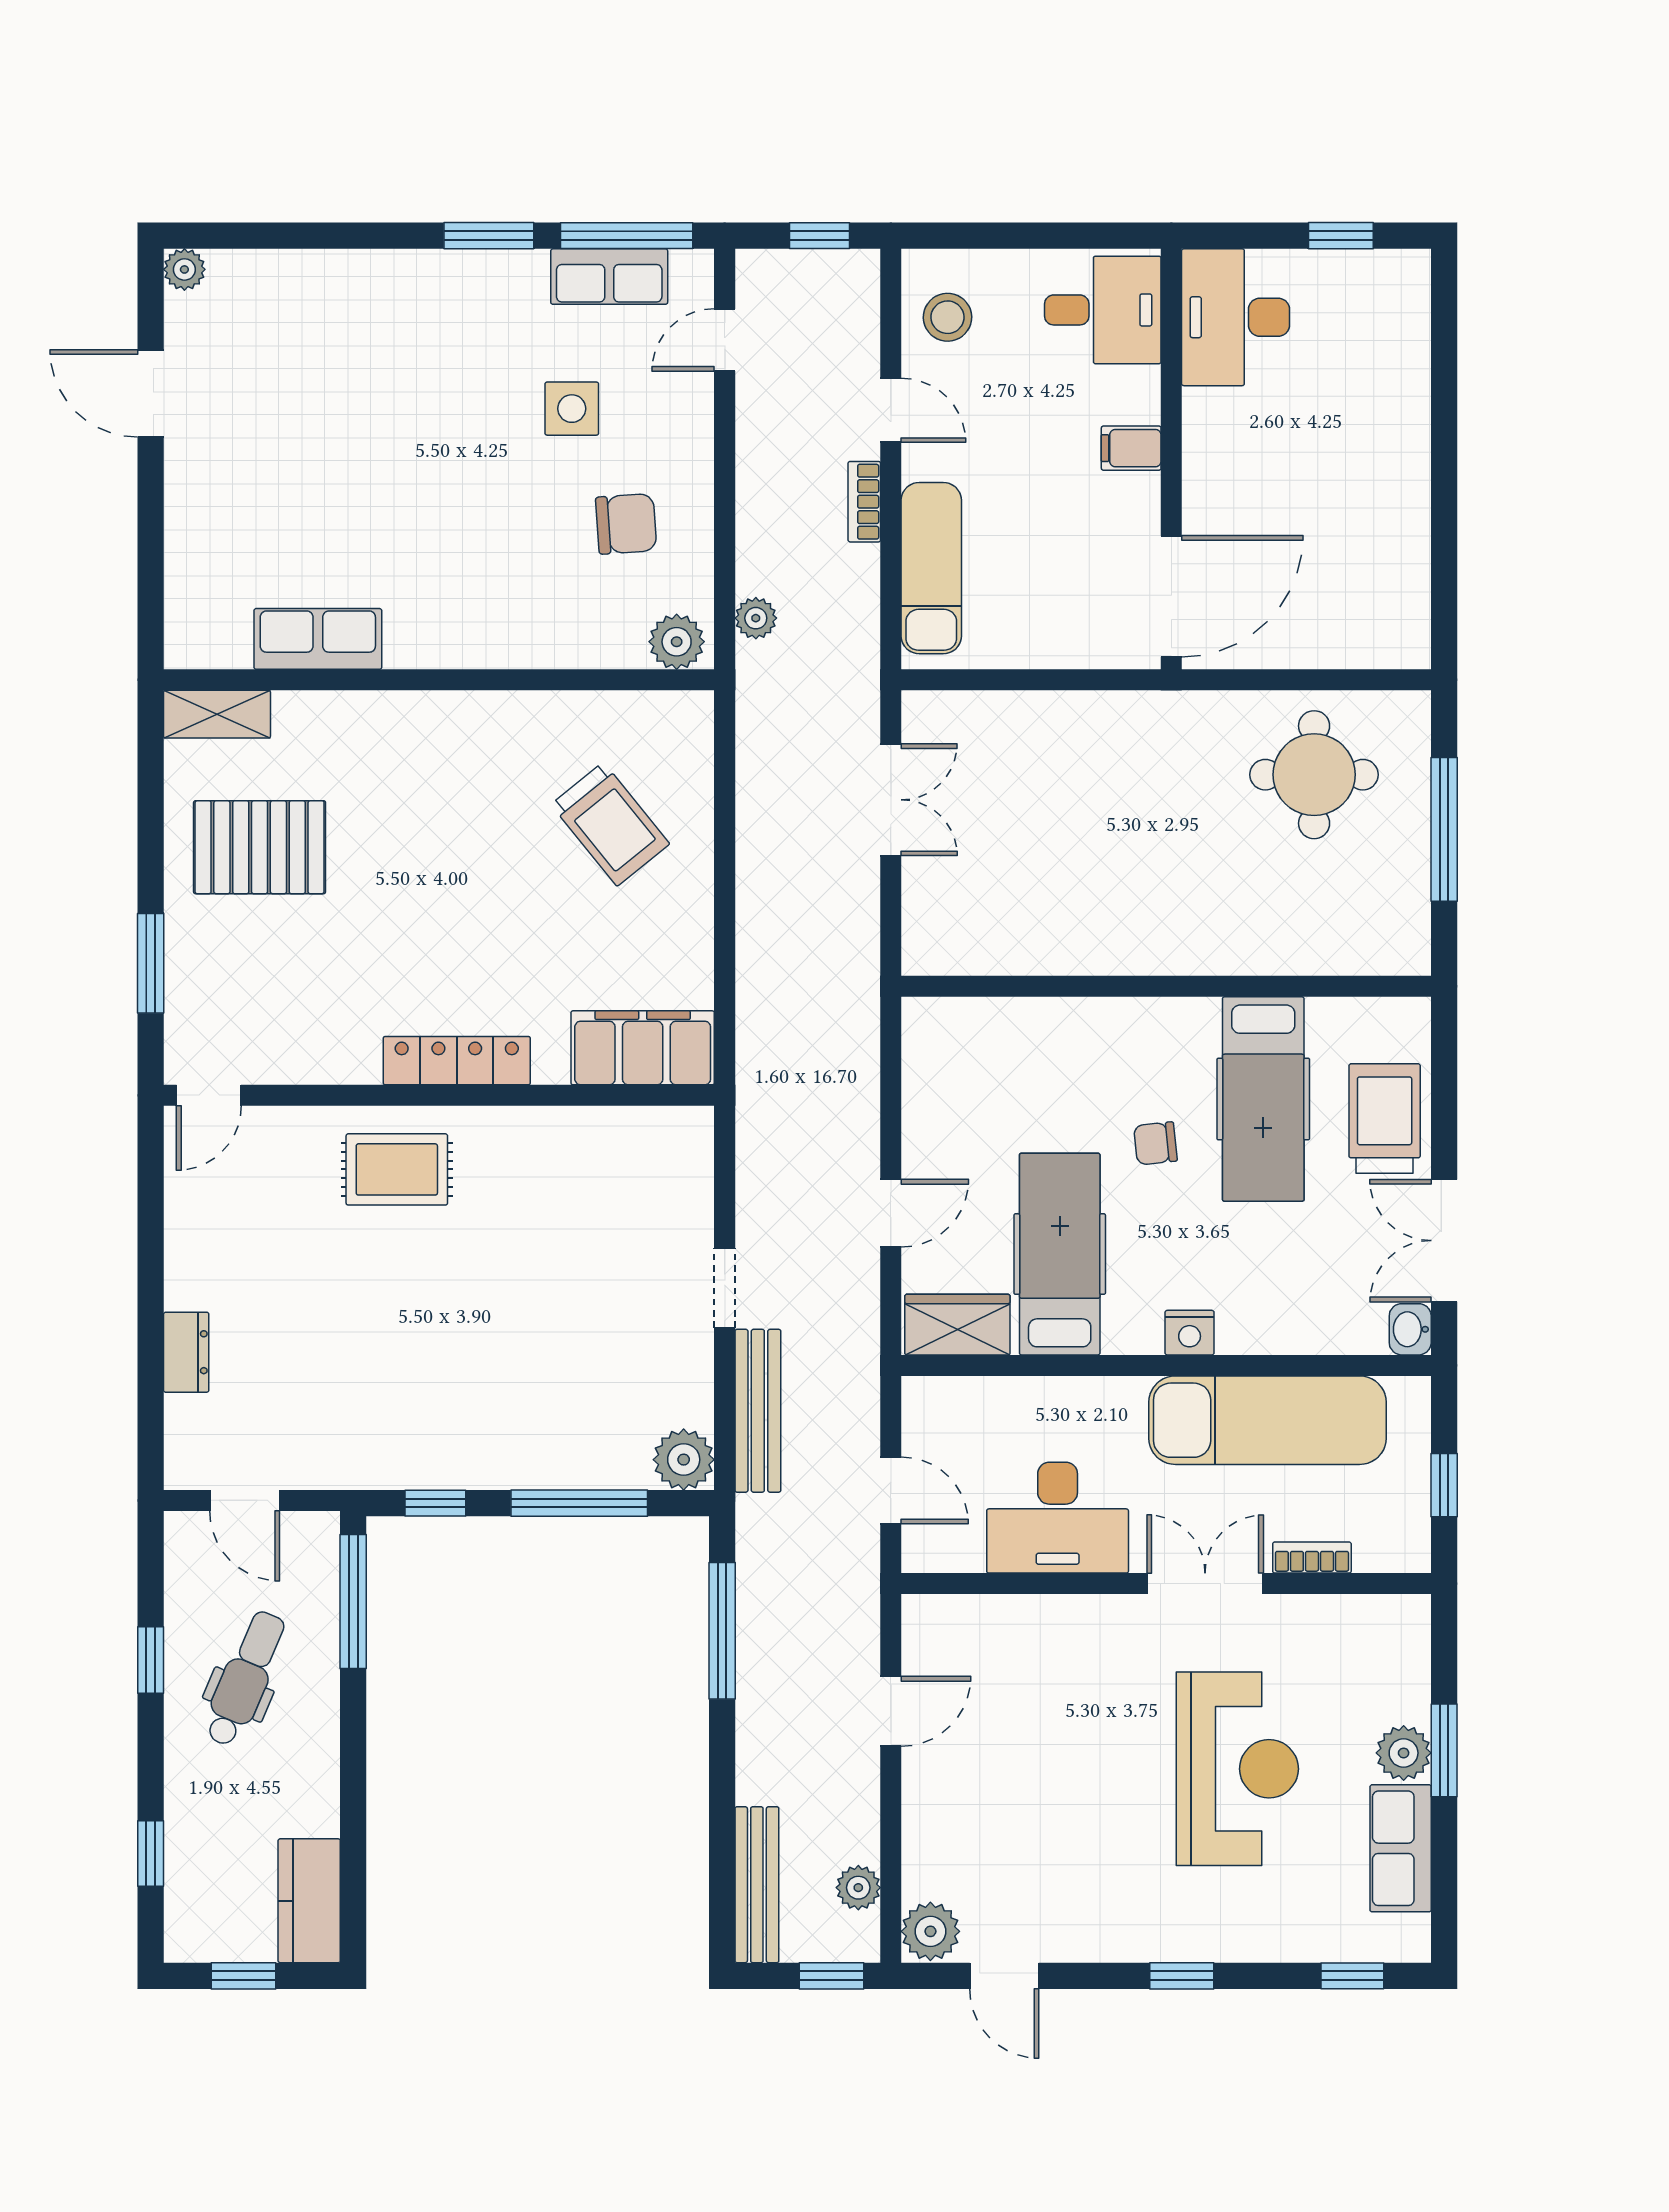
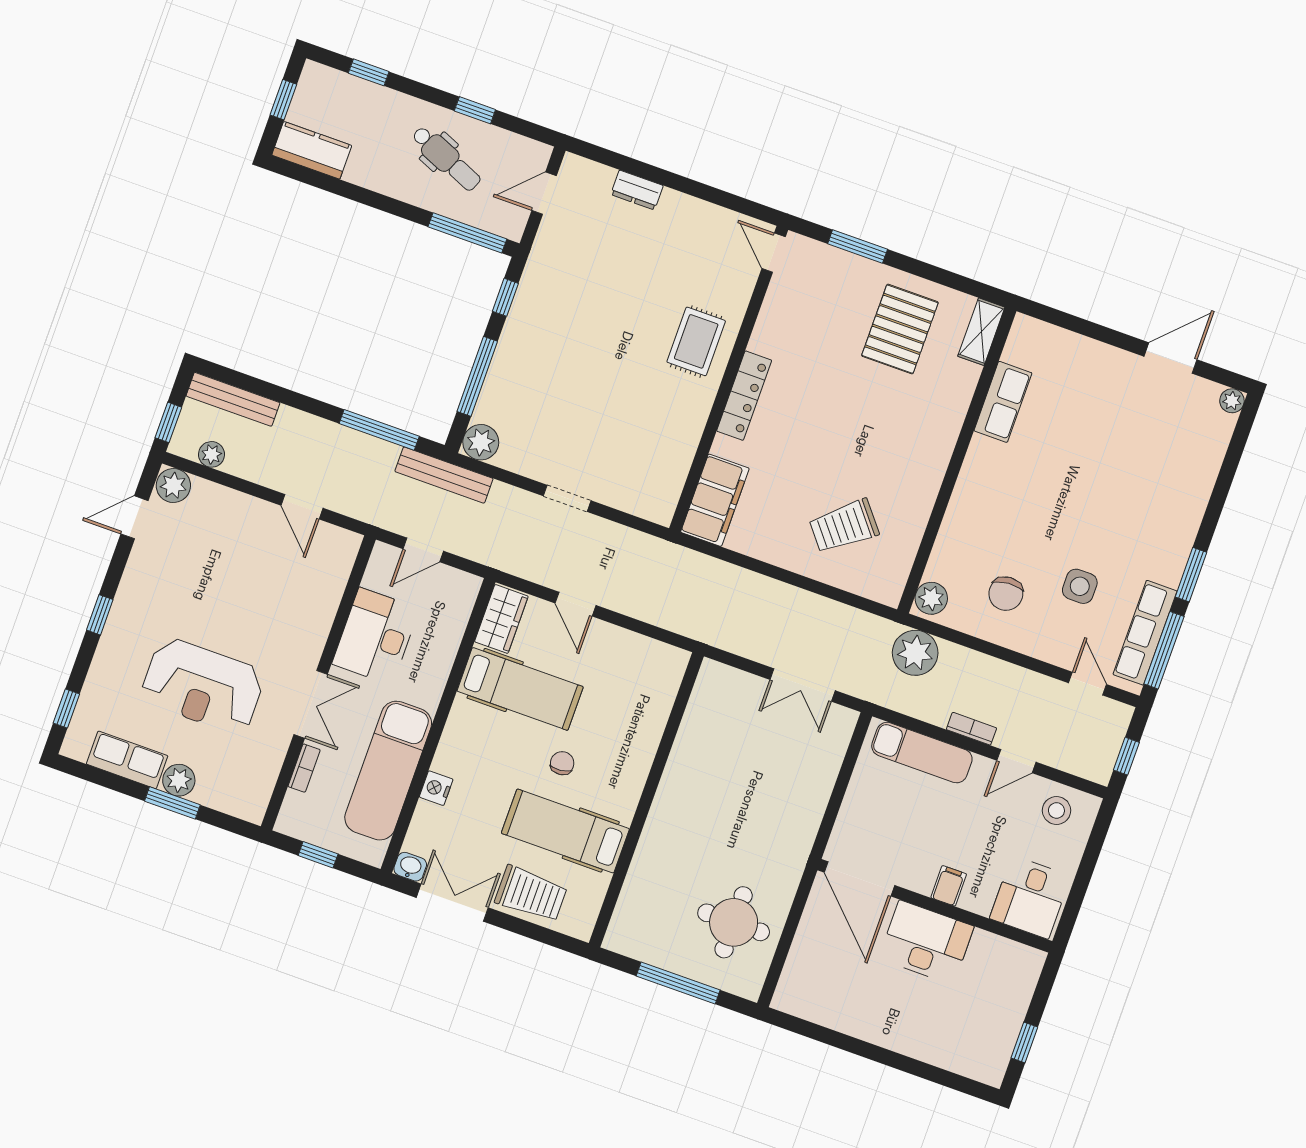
row of seats: (609, 277) -> (1145, 633), width x1.48
desk: (1236, 317) -> (926, 942), moved
plant: (756, 618) -> (915, 653), width x1.87, depth x1.87
nightstand: (1190, 1333) -> (436, 788), moved
bench: (758, 1411) -> (444, 475), moved

